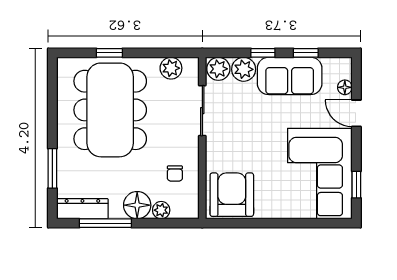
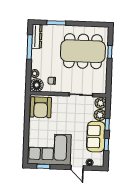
plant: (171, 68) -> (102, 81), removed
door: (356, 113) -> (77, 168), swing flipped
armchair: (232, 195) -> (41, 107), turned 90
floor lamp: (137, 205) -> (37, 85), moved

